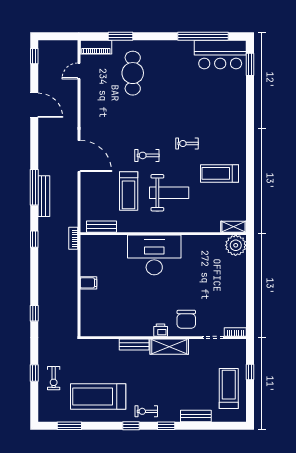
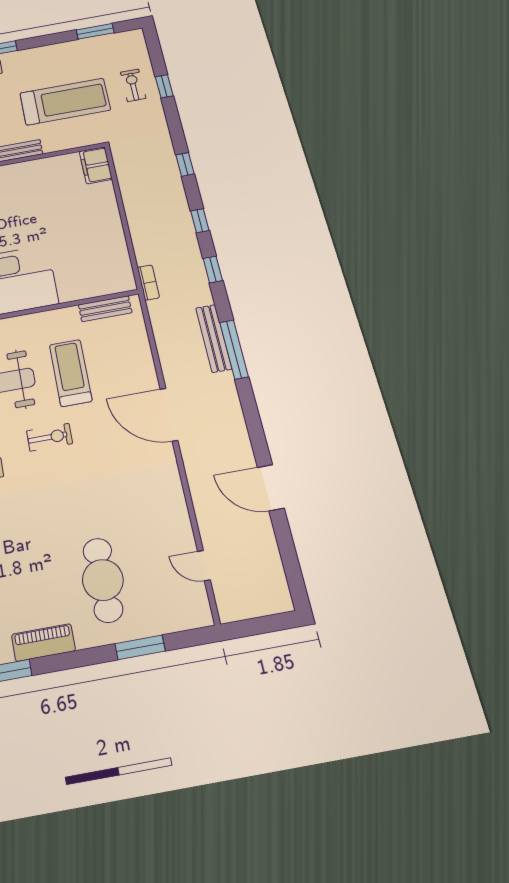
piano: (96, 47) -> (43, 643), moved
window: (34, 56) -> (200, 221), moved
door: (79, 71) -> (204, 566), swing flipped
filing cabinet: (88, 283) -> (96, 165), moved, width x2.00
treadmill: (98, 396) -> (65, 102), moved

